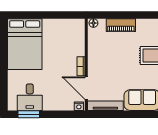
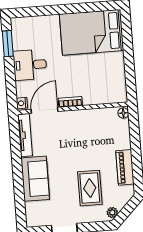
piano: (121, 25) -> (125, 167), moved
desk: (30, 97) -> (30, 65), moved

